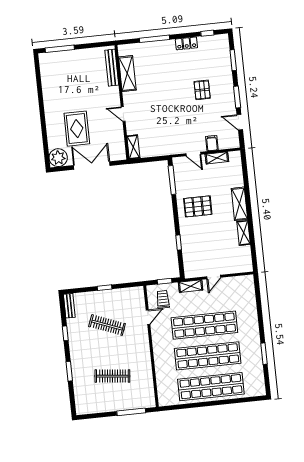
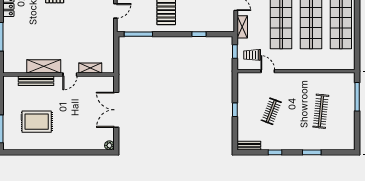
bench: (112, 68) -> (36, 81), moved
shelving: (127, 74) -> (44, 66), moved
rug: (77, 129) -> (37, 122), moved
shelving: (133, 147) -> (90, 68), moved
plant: (58, 158) -> (109, 145), width x0.53, depth x0.53
clothes rail: (107, 325) -> (271, 111), width x0.73

